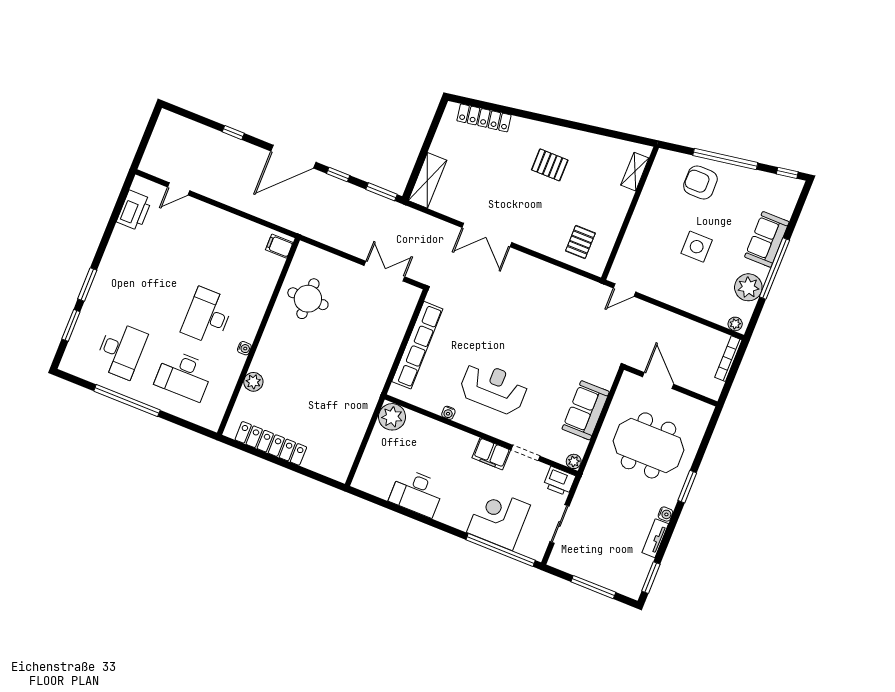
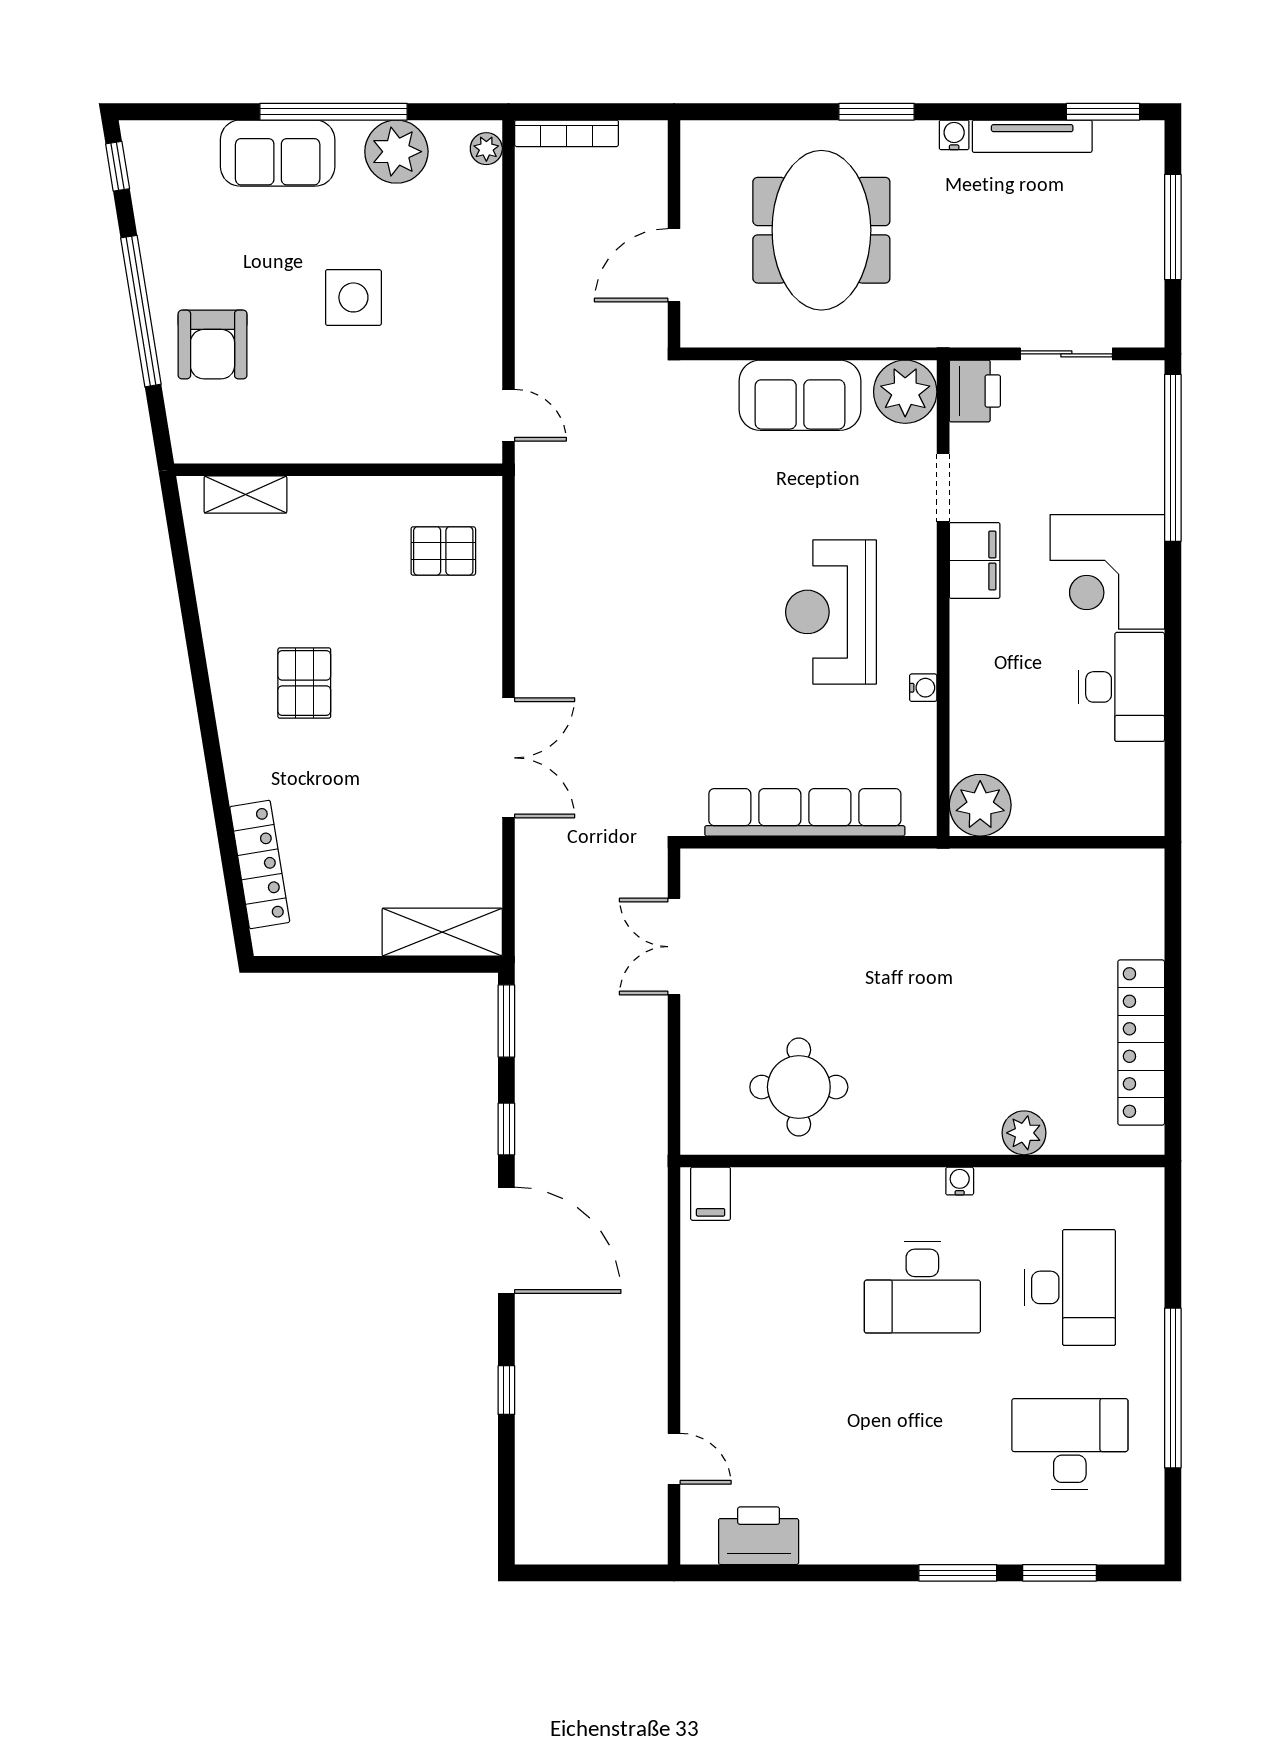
plant: (574, 461) -> (905, 392), width x1.88, depth x1.88
corner desk: (499, 519) -> (1107, 572), moved
tv unit: (655, 538) -> (1032, 136), width x1.41

